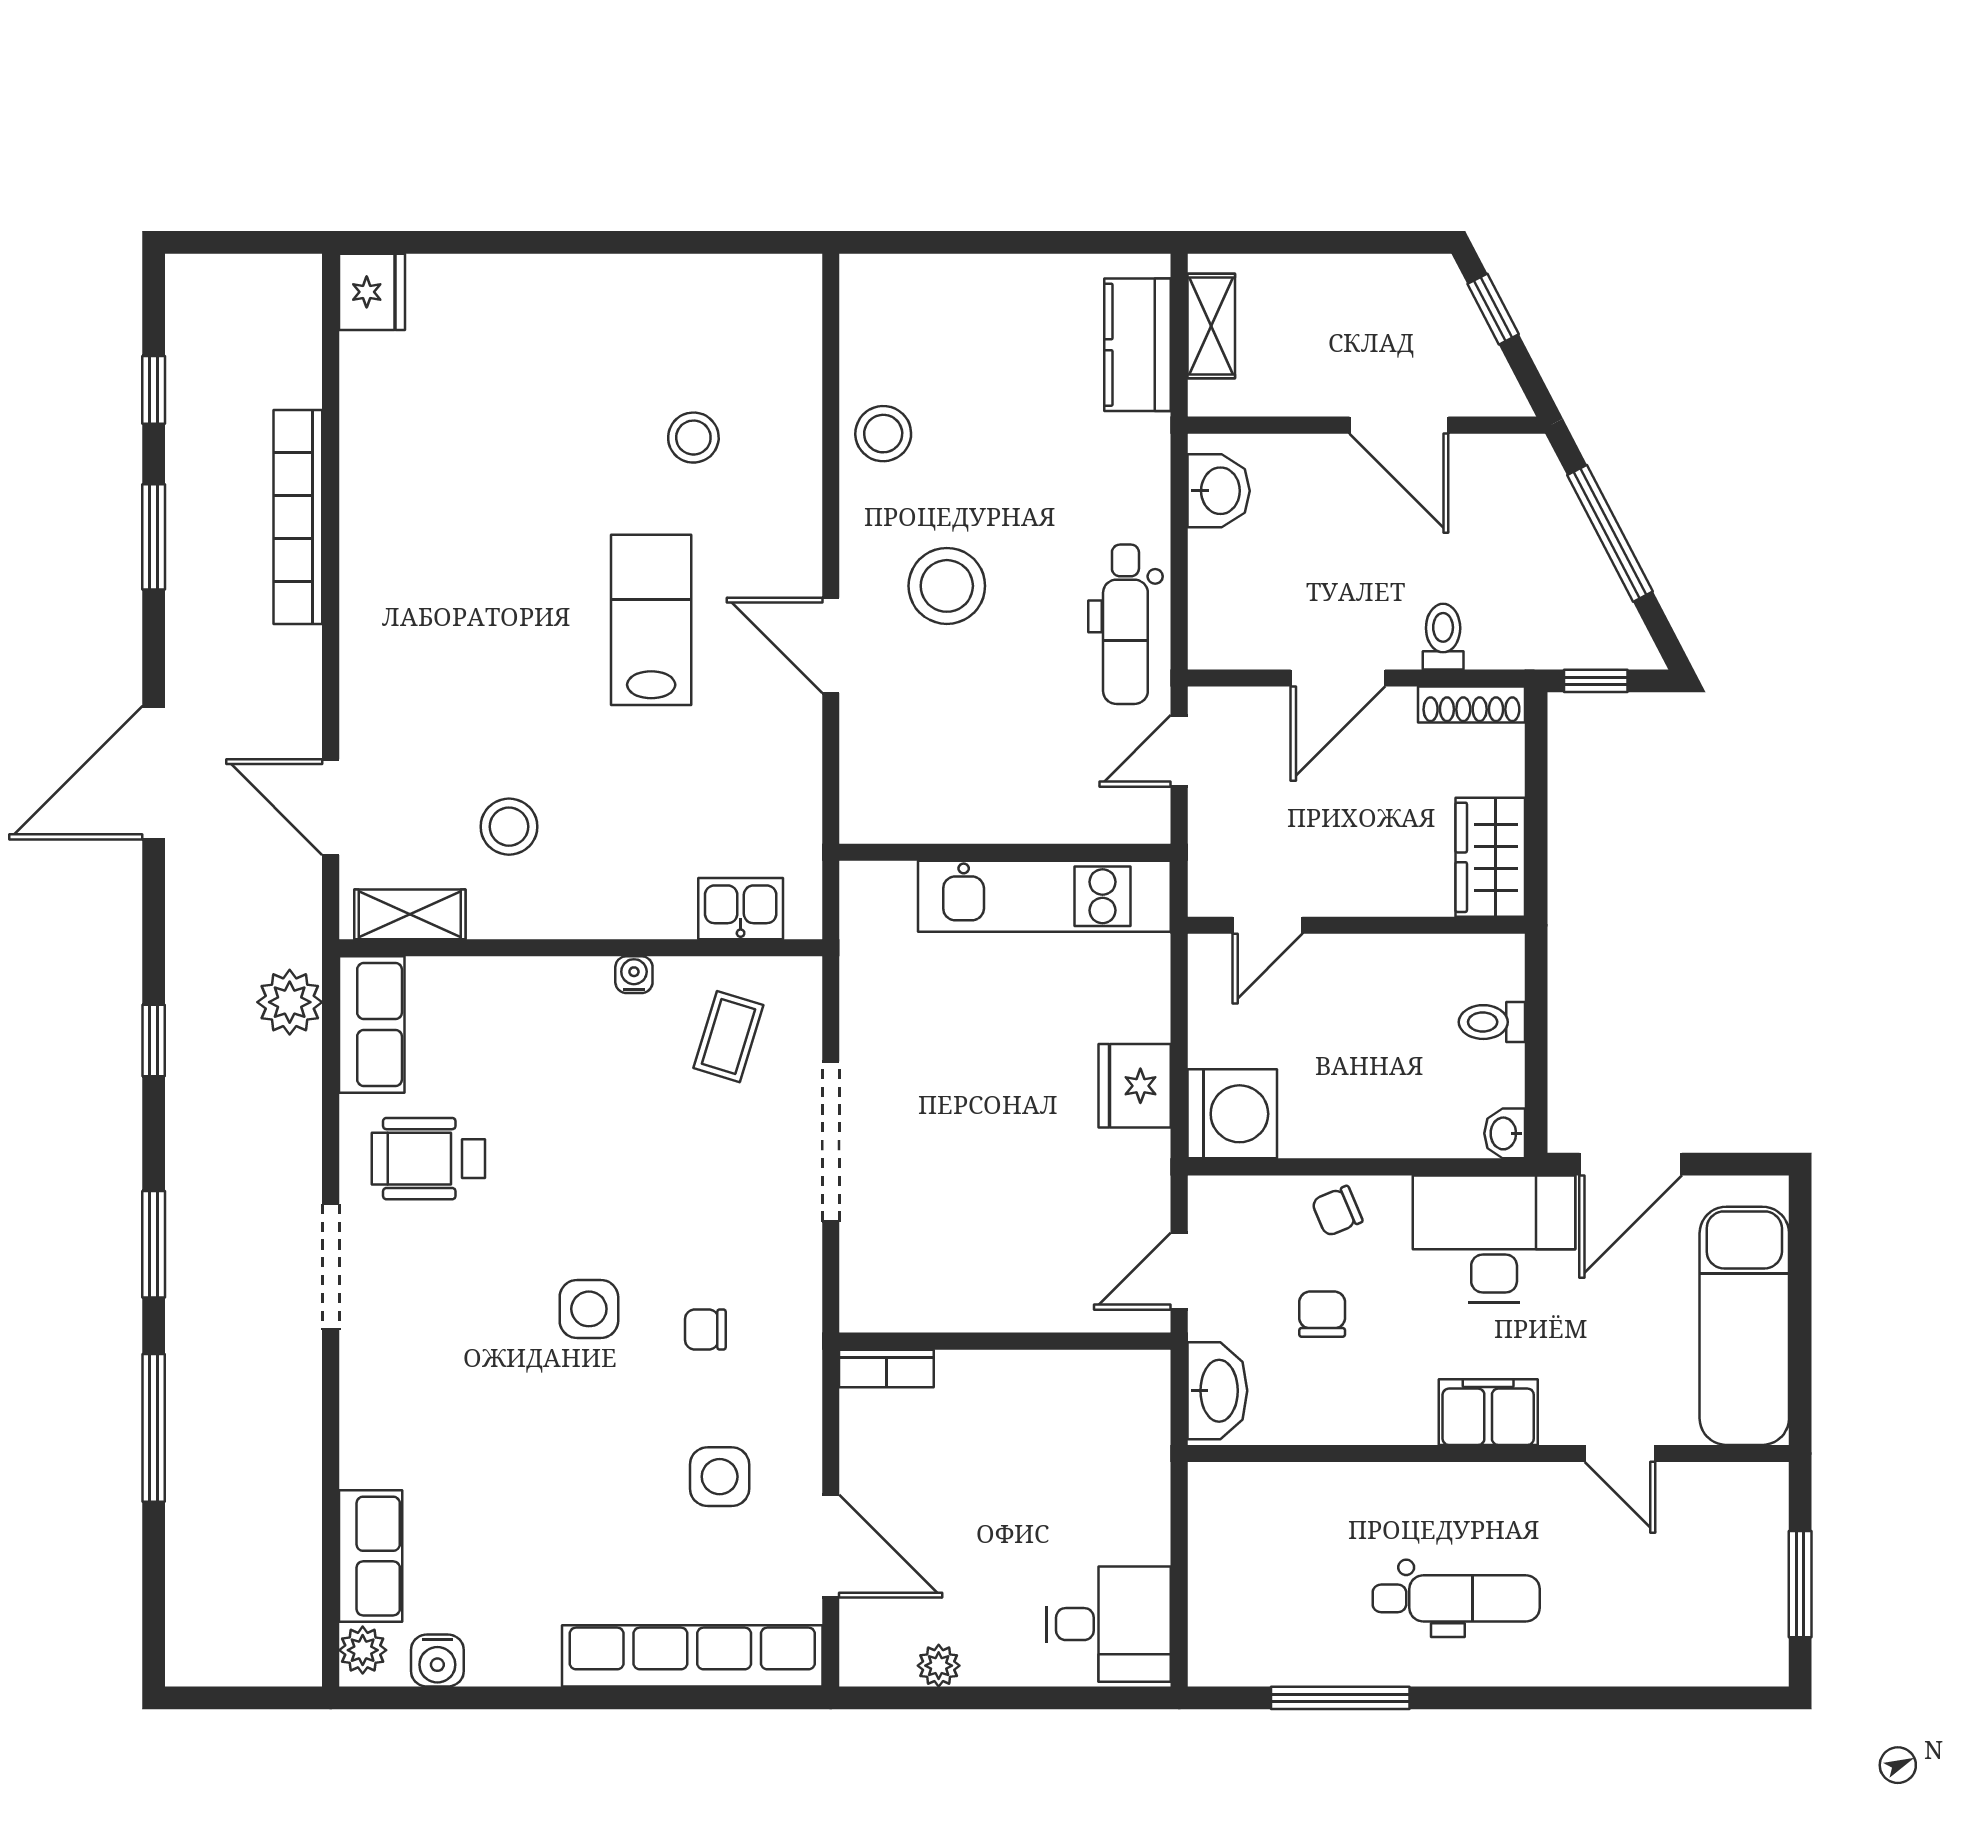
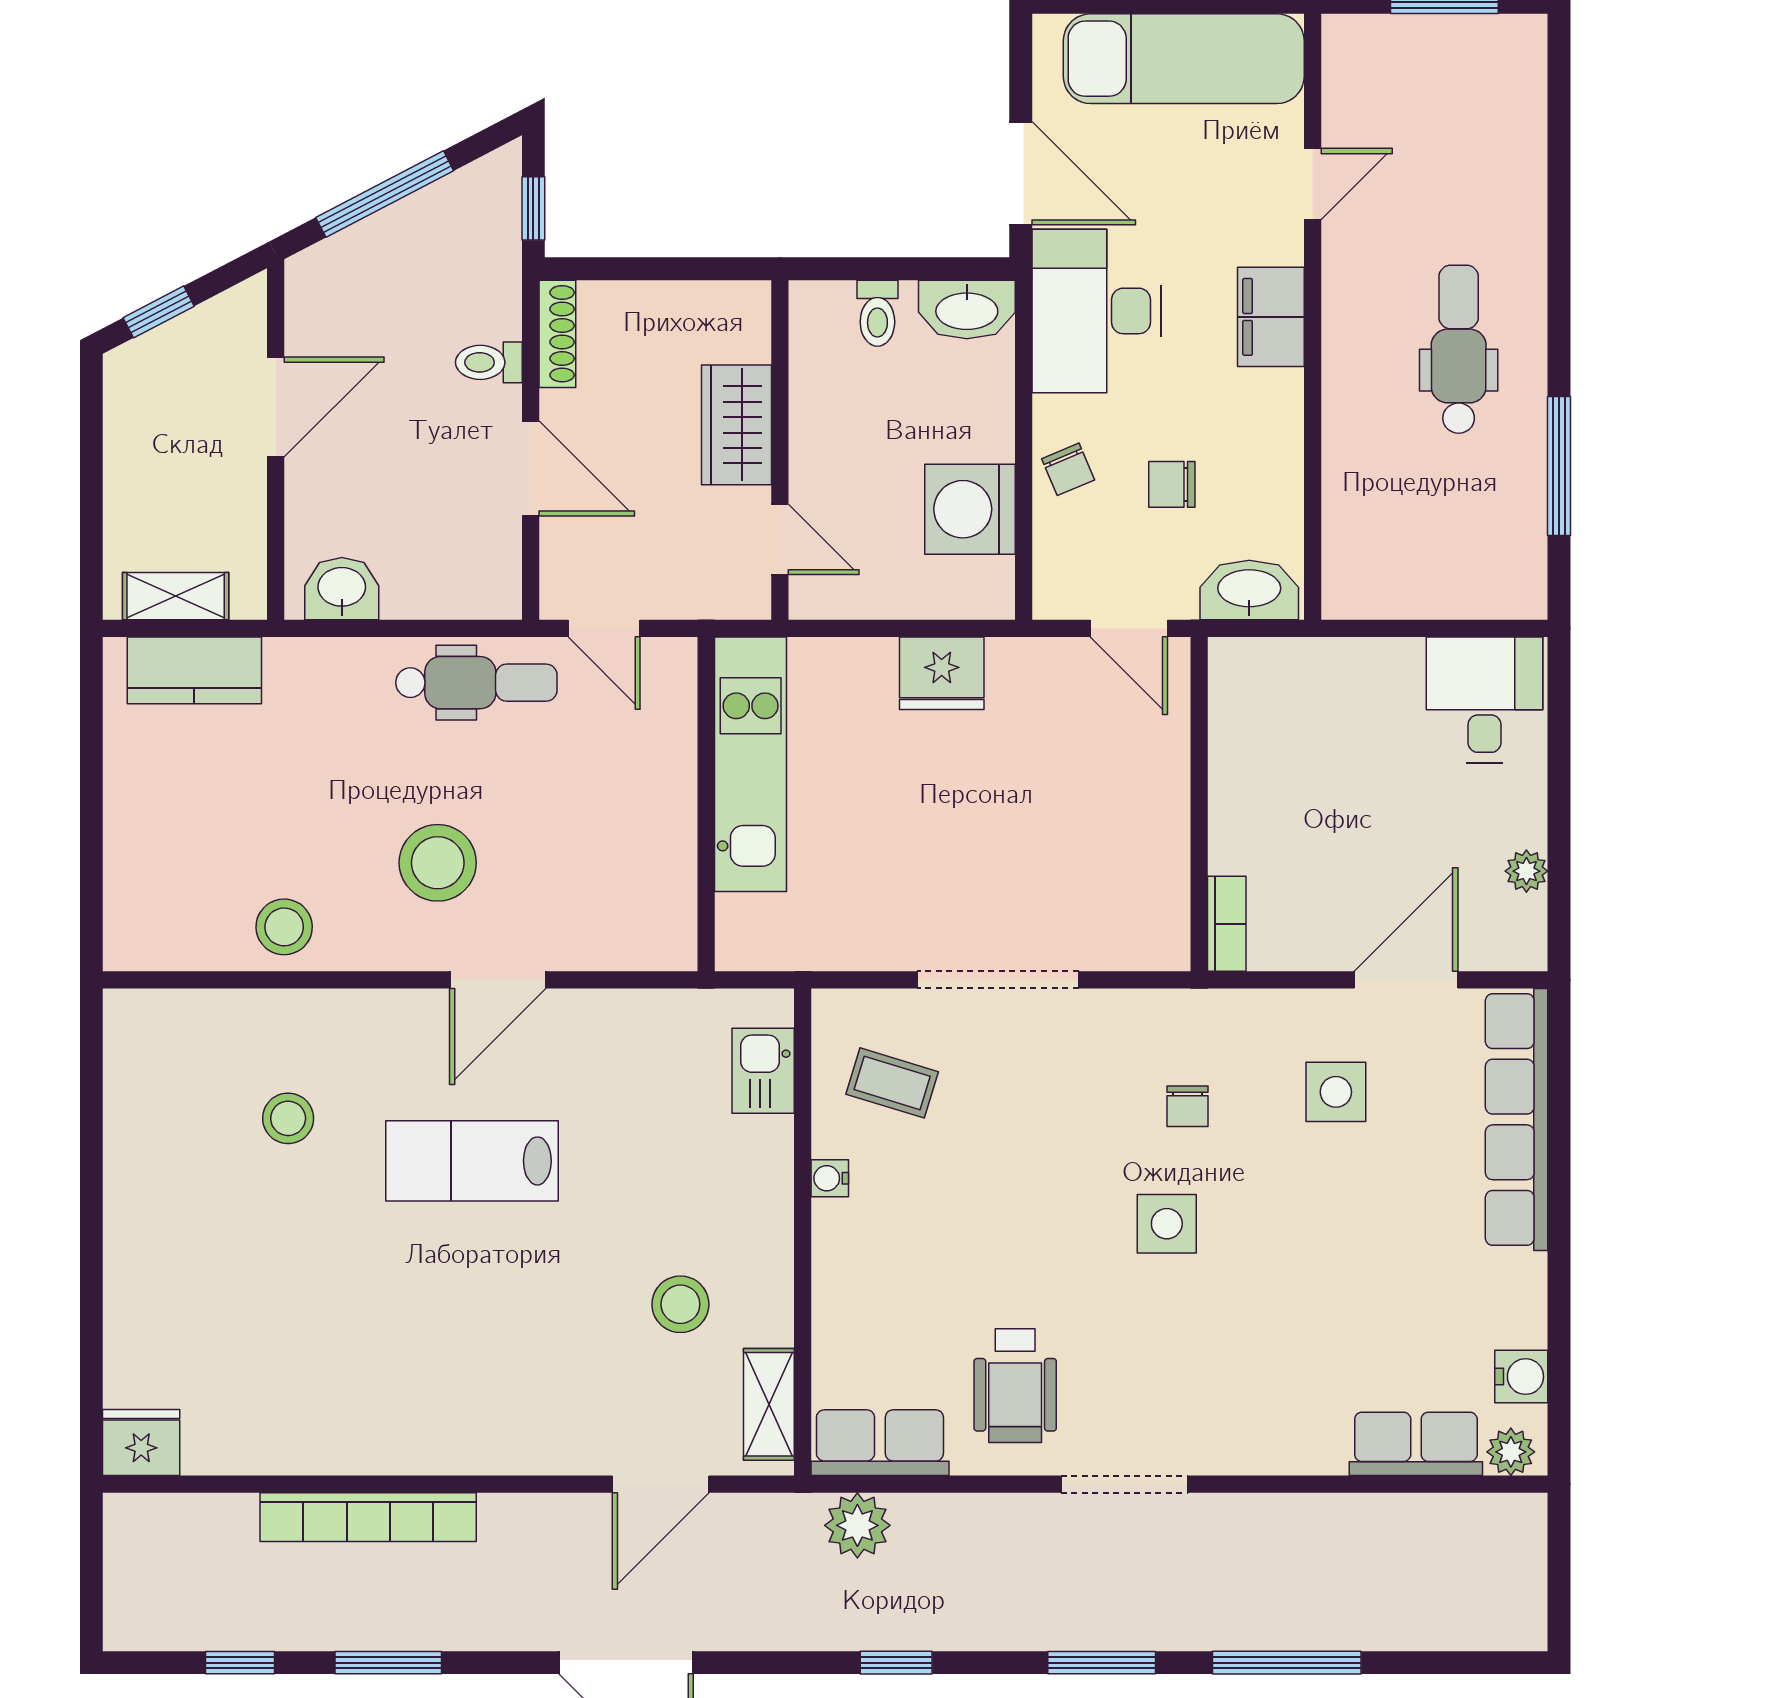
wardrobe: (1490, 857) -> (737, 425), moved, turned 90
washing machine: (1232, 1114) -> (970, 509), moved, turned -90
washbasin: (1505, 1133) -> (967, 309), width x1.91, depth x1.45

